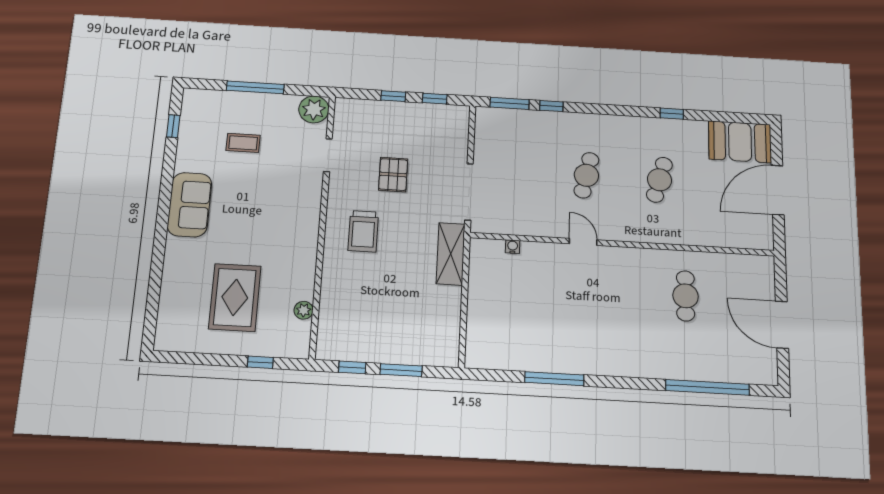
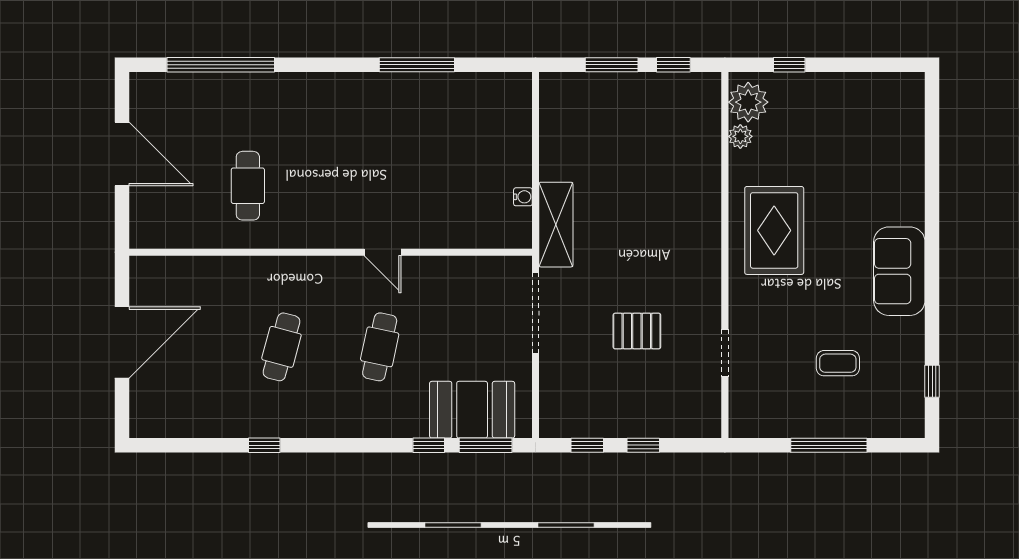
plant: (314, 109) -> (748, 102), moved
booth: (740, 142) -> (472, 410), moved
pallet: (393, 175) -> (637, 331), turned 90
trolley: (363, 231) -> (671, 249), removed
water cooler: (513, 247) -> (523, 197), moved, turned -90
rug: (235, 297) -> (774, 230), moved

